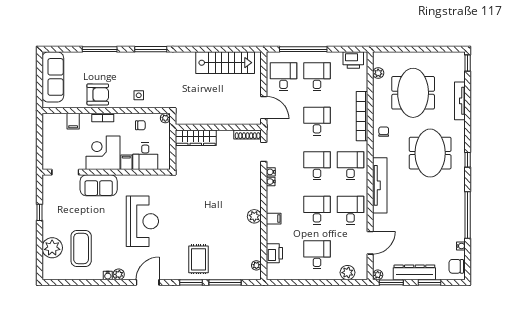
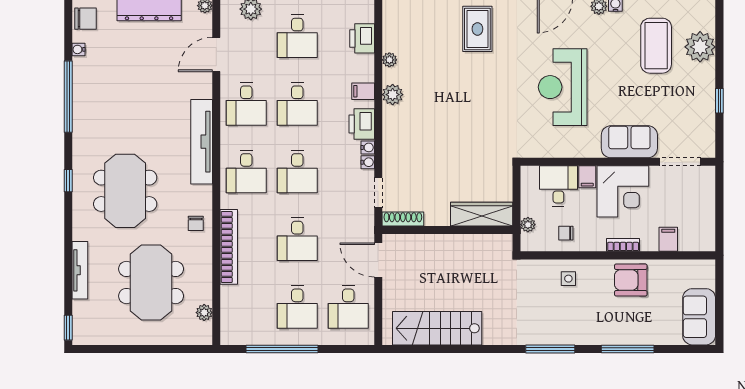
window: (303, 49) -> (282, 349), moved
printer: (353, 60) -> (362, 124), moved, turned -90
sofa: (53, 77) -> (699, 317), width x0.73
plant: (165, 118) -> (528, 225), moved
plant: (256, 265) -> (389, 60), moved

